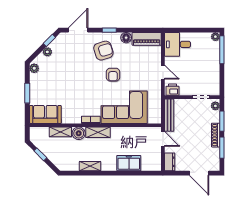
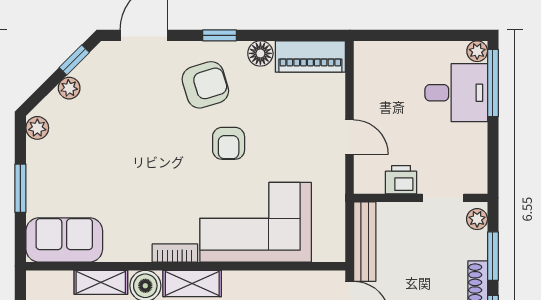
desk: (177, 44) -> (456, 93), moved, turned 180
printer: (173, 90) -> (401, 180), moved

